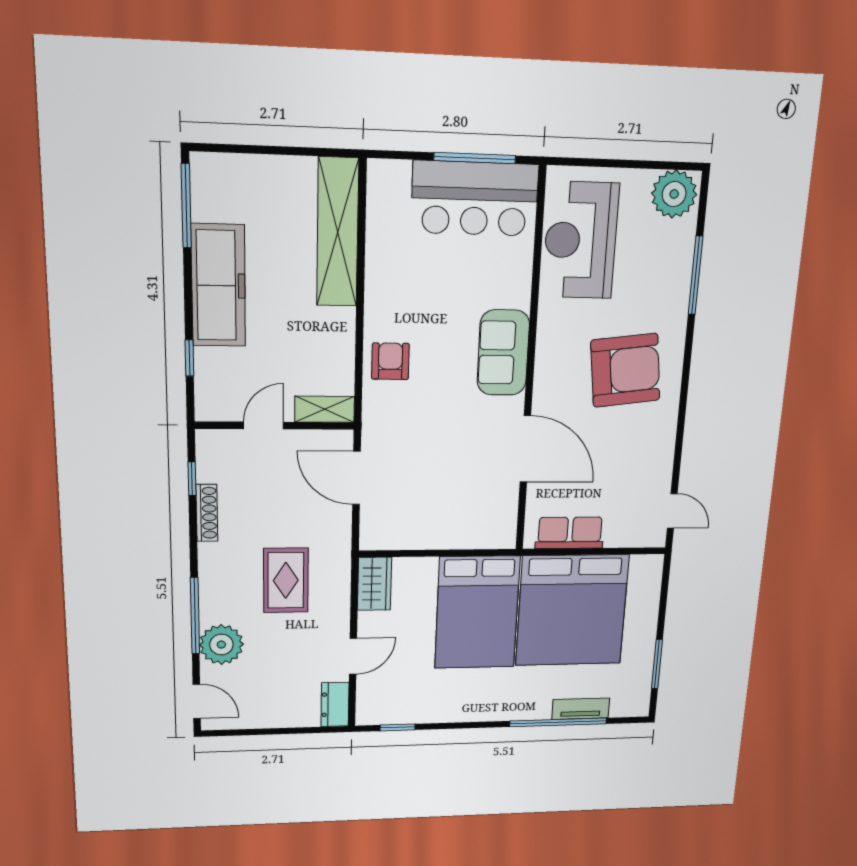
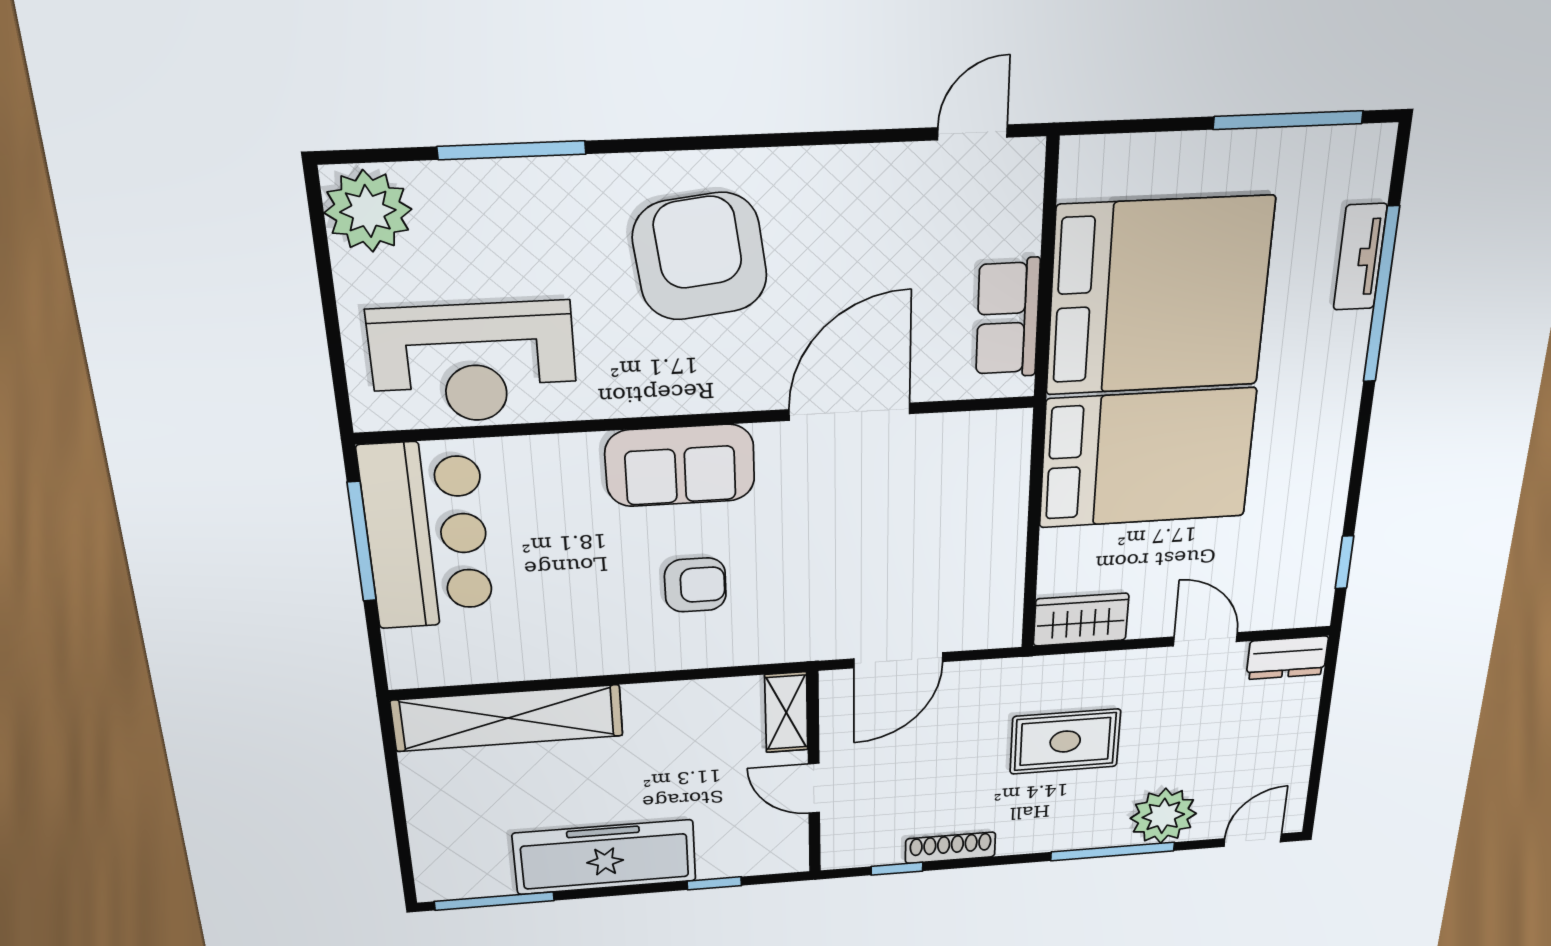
armchair: (390, 361) -> (695, 585), moved, turned 180
window: (657, 664) -> (1288, 120), width x1.44

